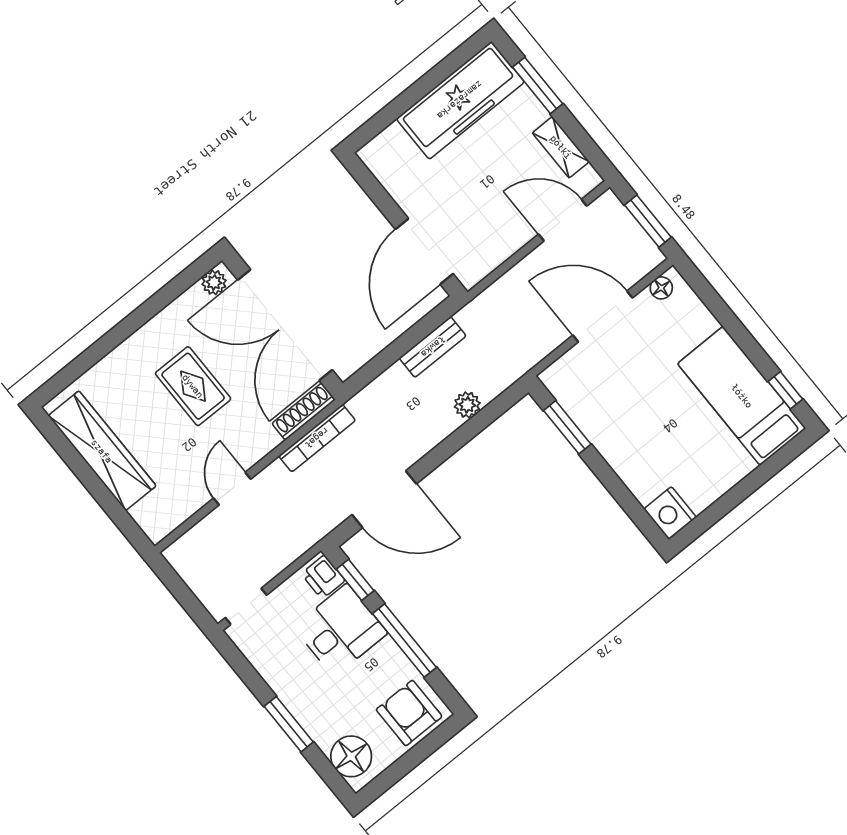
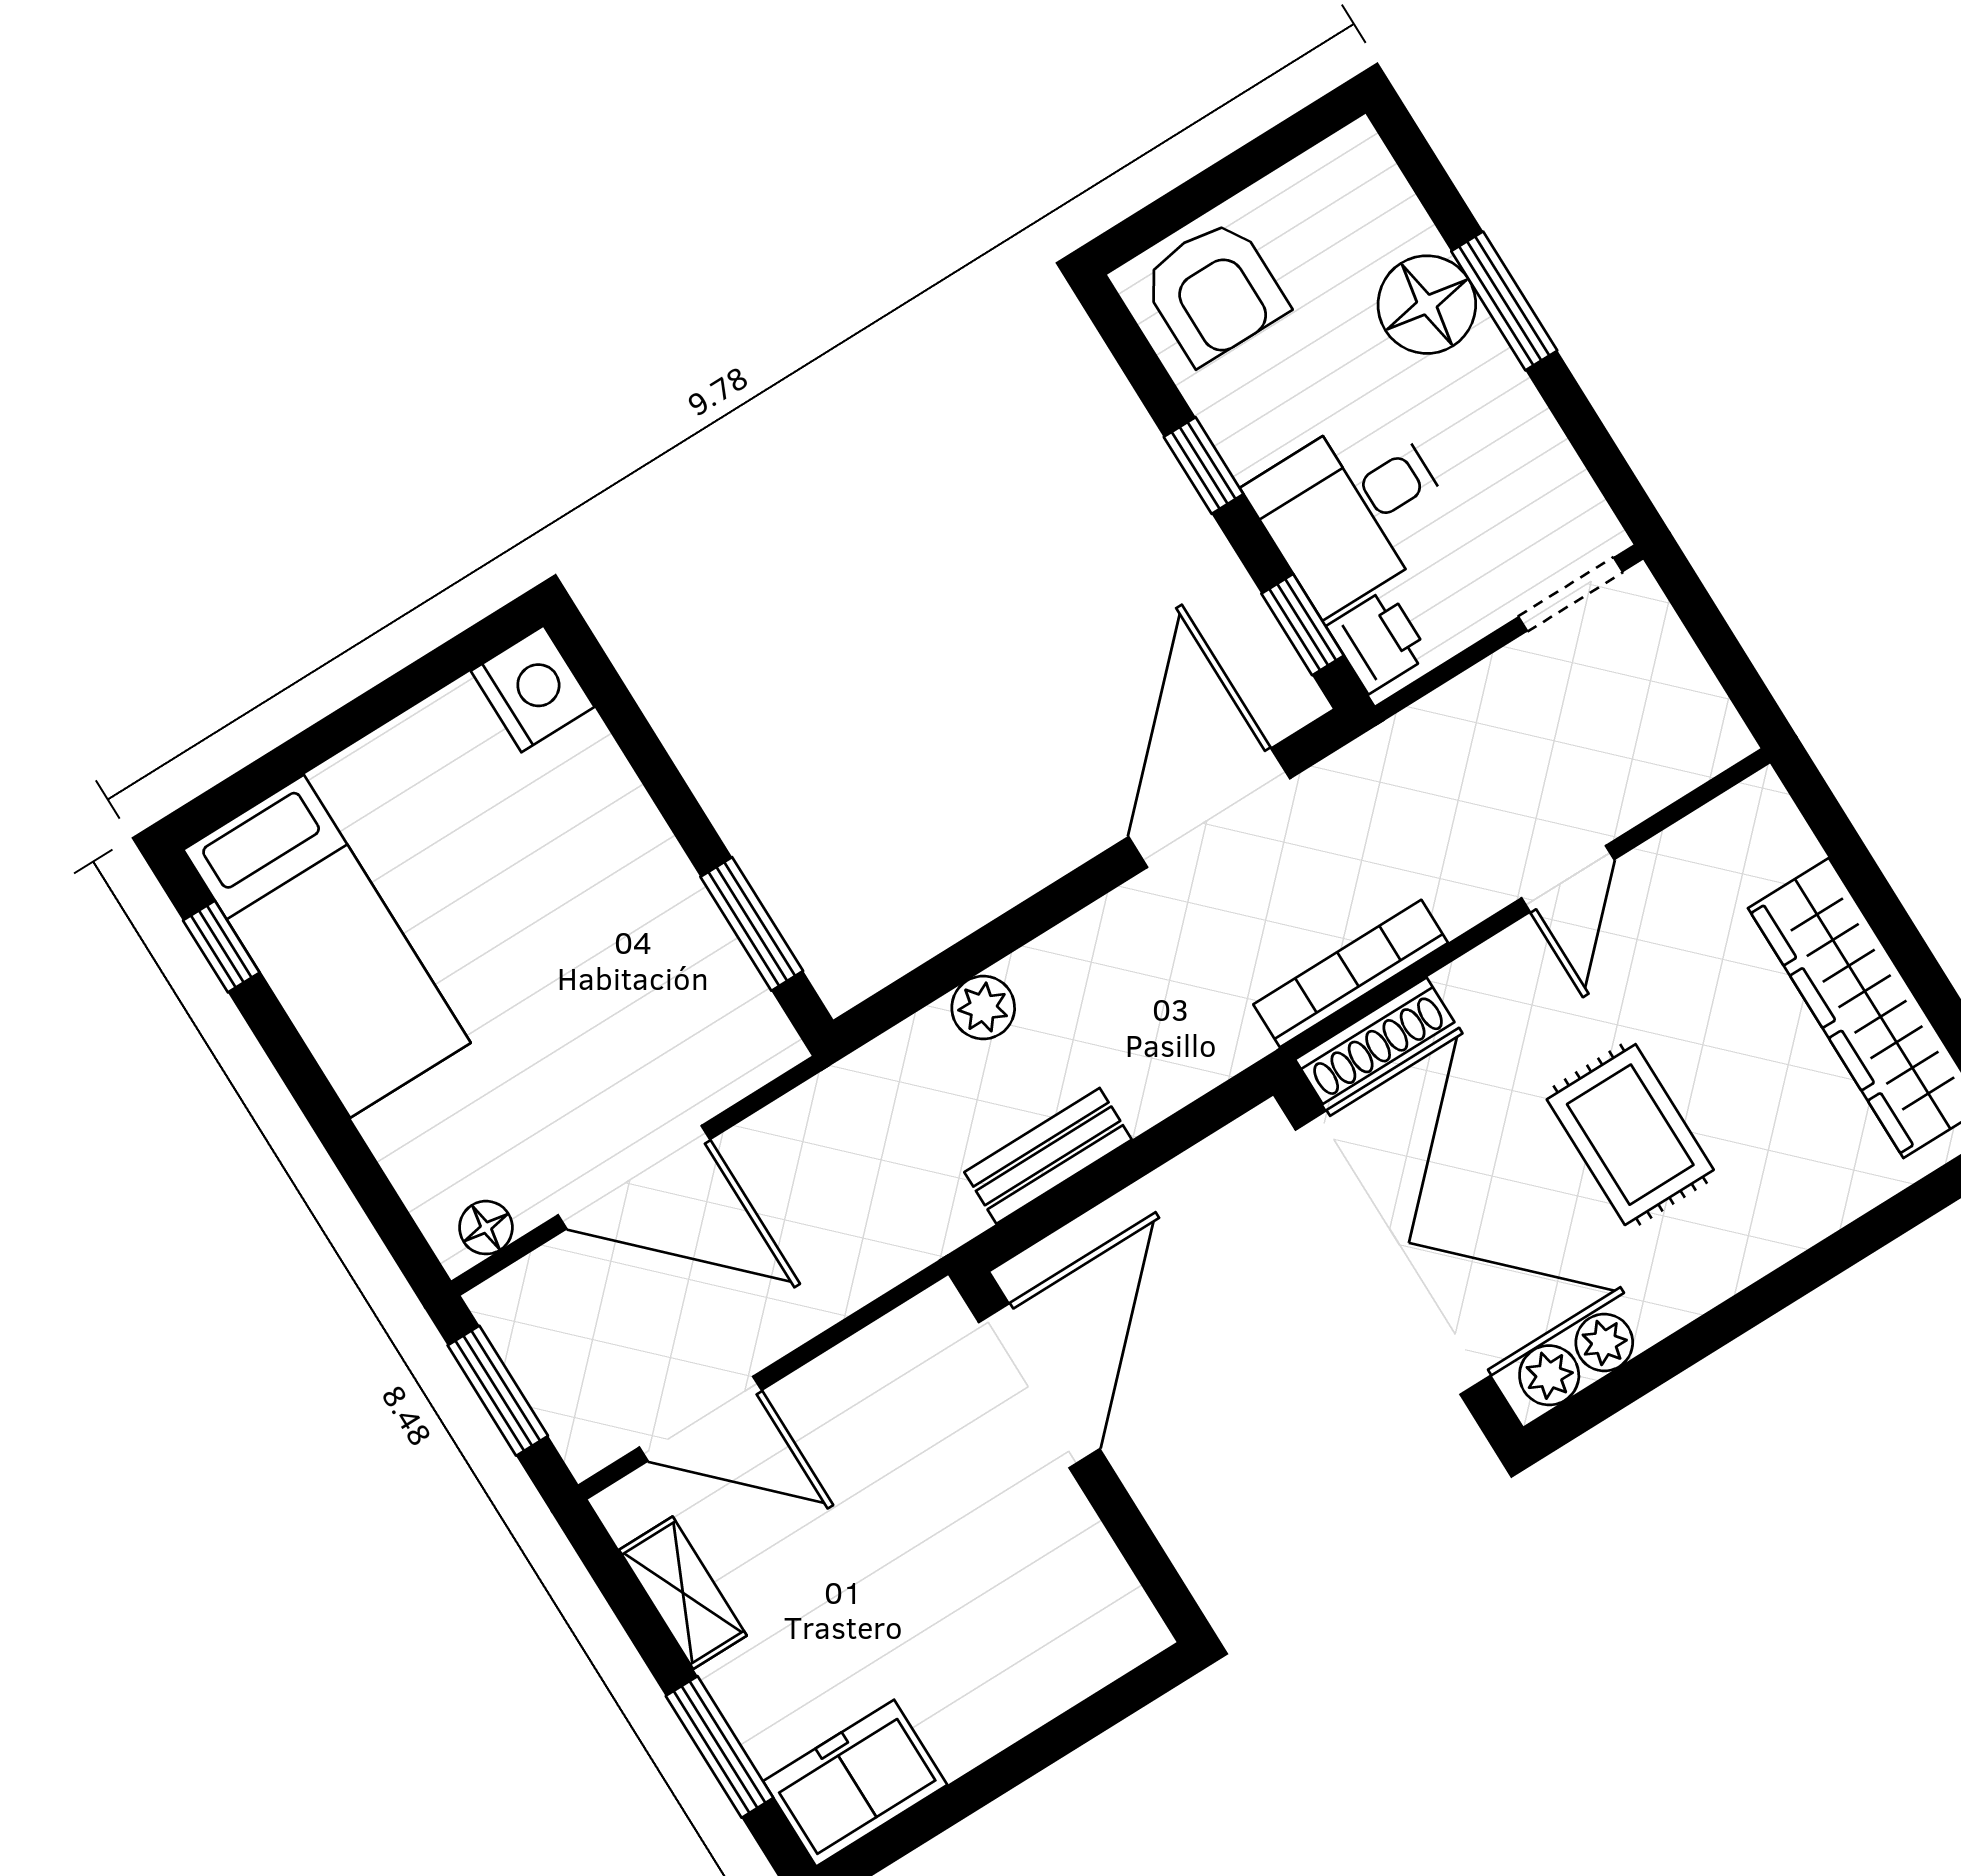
freezer: (460, 100) -> (855, 1783), width x0.52, depth x0.79
plant: (193, 299) -> (1604, 1342), added
door: (384, 499) -> (1209, 808), hinge flipped
window: (404, 640) -> (1204, 465), width x0.46
floor lamp: (351, 756) -> (1427, 305), moved

